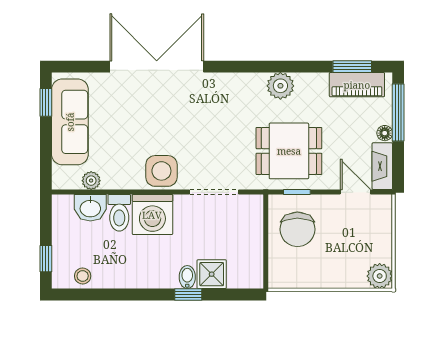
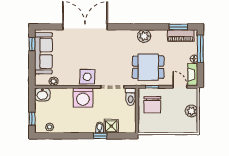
washbasin: (90, 208) -> (42, 94), moved
toilet: (119, 213) -> (131, 97), moved
plant: (380, 276) -> (192, 111), moved

